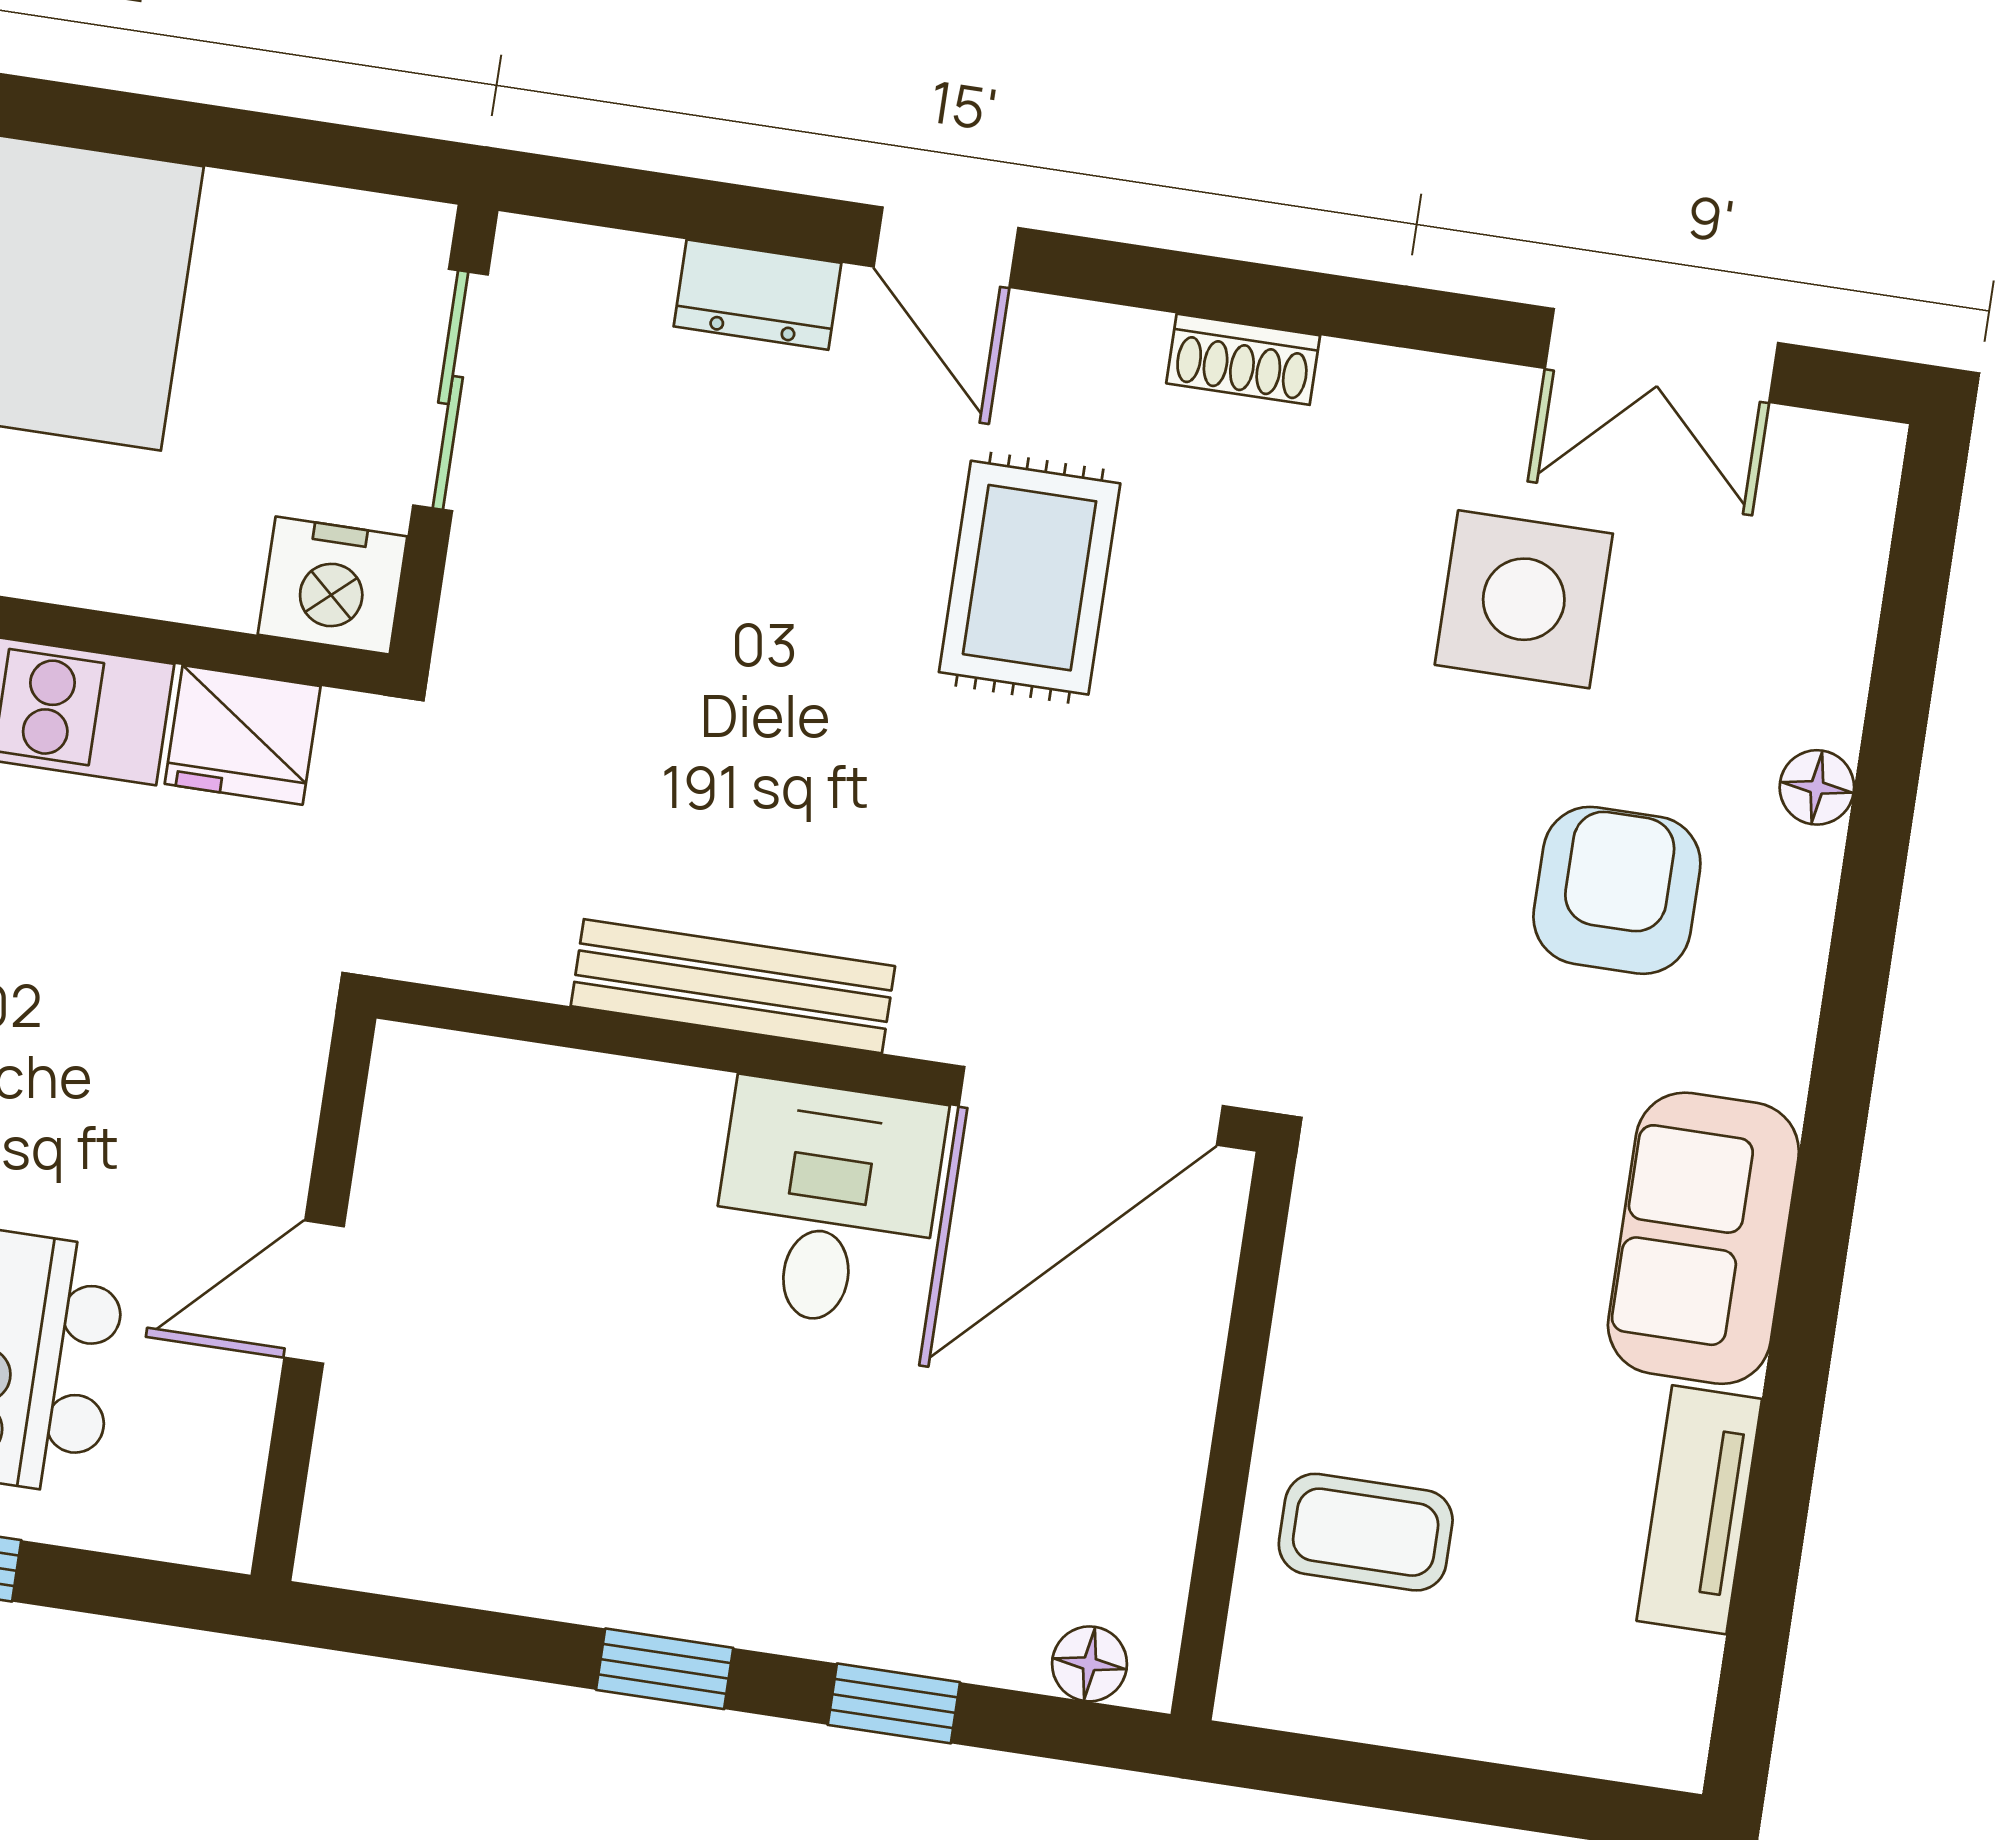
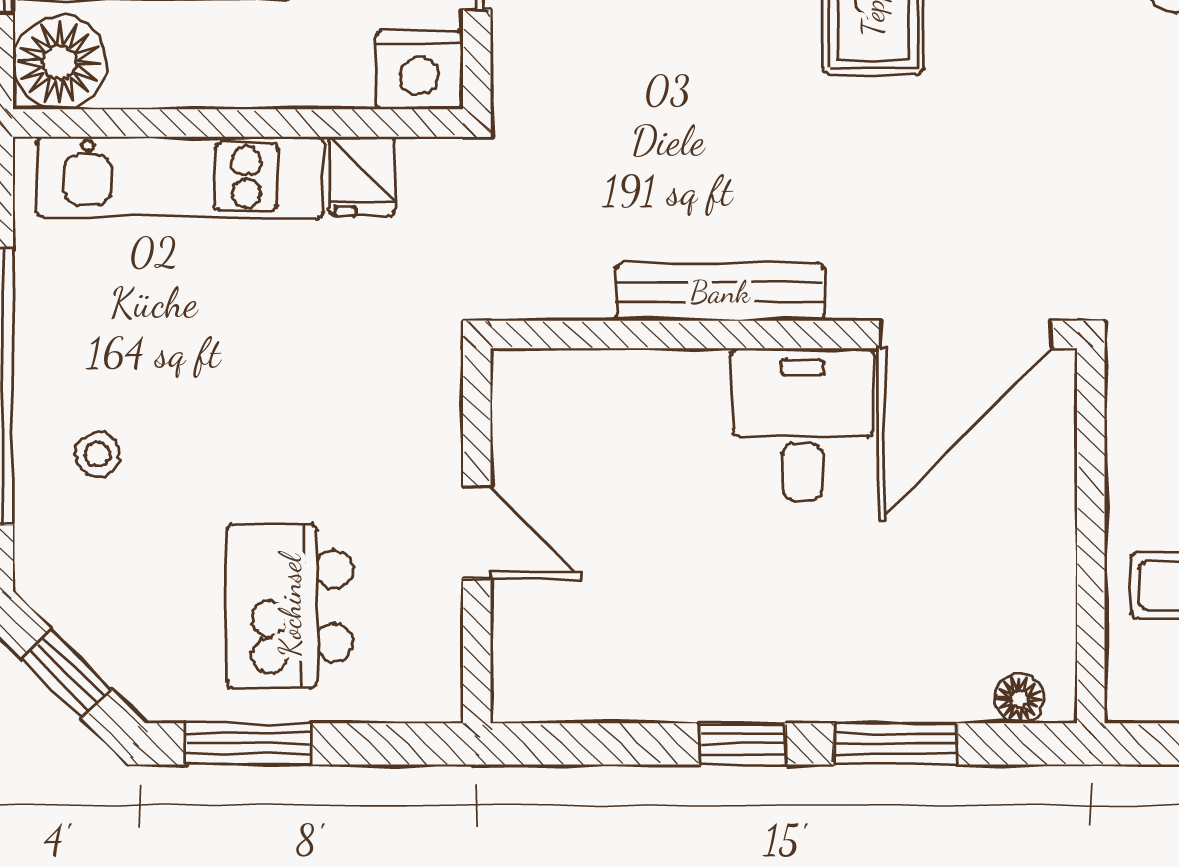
fridge: (243, 735) -> (362, 176), width x0.72
door: (314, 1292) -> (477, 533), swing flipped
window: (894, 1703) -> (896, 744), width x1.50

